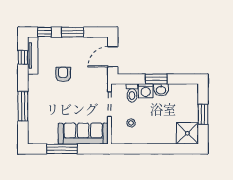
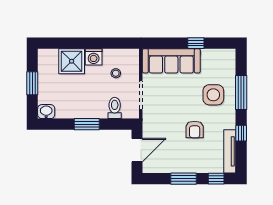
window: (23, 57) -> (241, 133), moved
washbasin: (161, 90) -> (46, 112), moved
washing machine: (146, 91) -> (94, 57), moved, turned 180
side table: (47, 104) -> (213, 95), added
shower: (187, 133) -> (72, 61), moved
window: (62, 149) -> (196, 43), width x0.46

